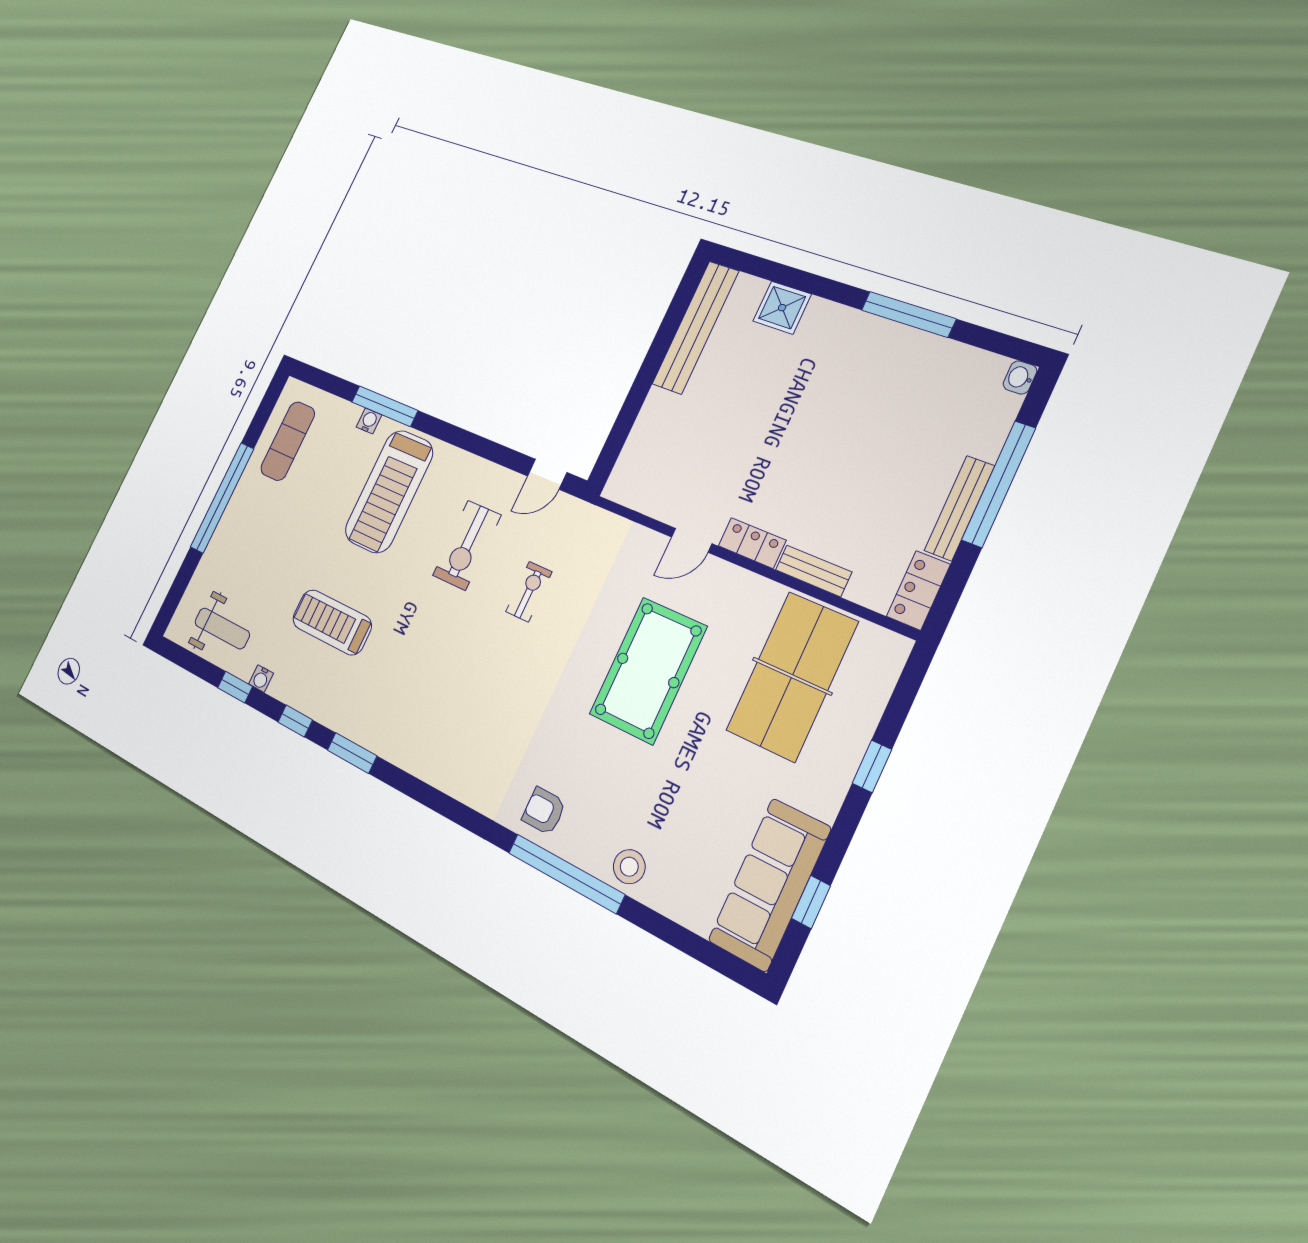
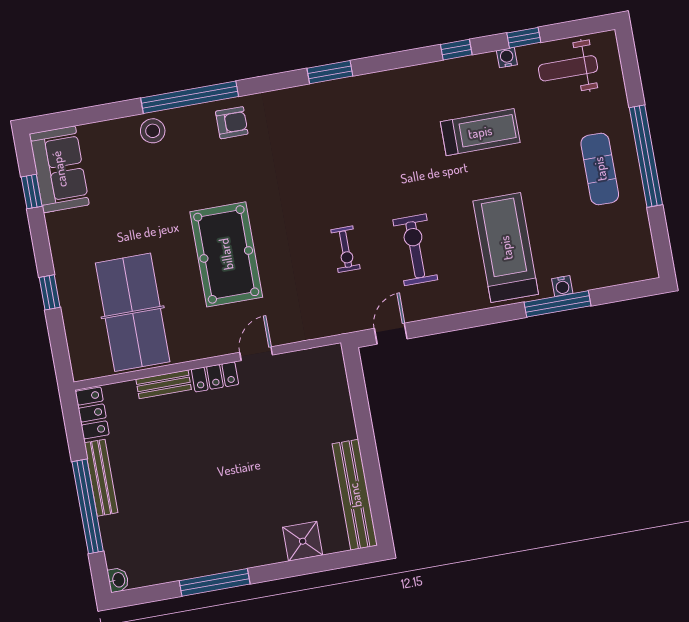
exercise mat: (288, 441) -> (600, 169), moved
window: (352, 753) -> (330, 72), moved
sofa: (770, 884) -> (59, 169), width x0.73

